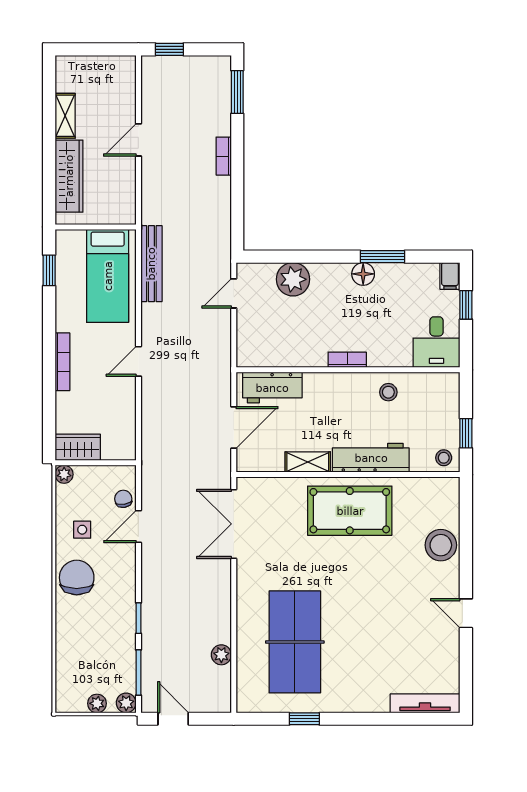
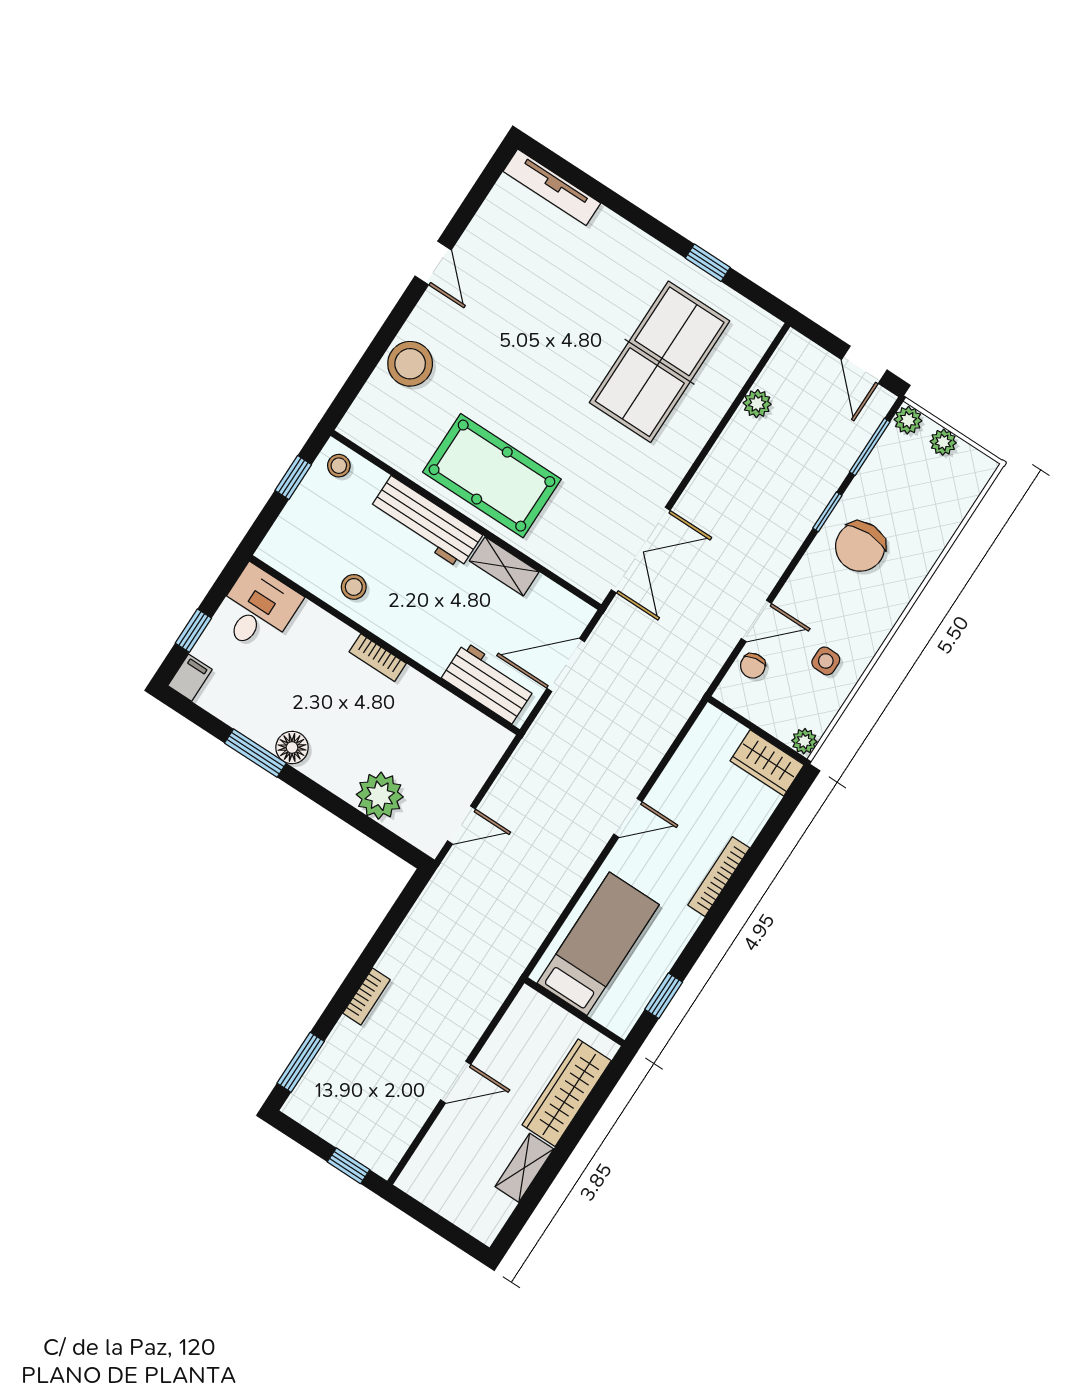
bench: (151, 264) -> (536, 924), removed
chair: (77, 578) -> (860, 547), moved

